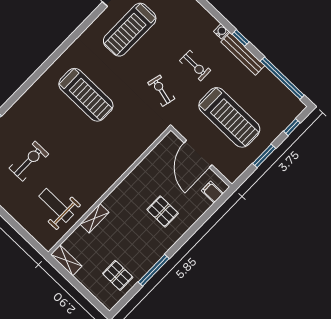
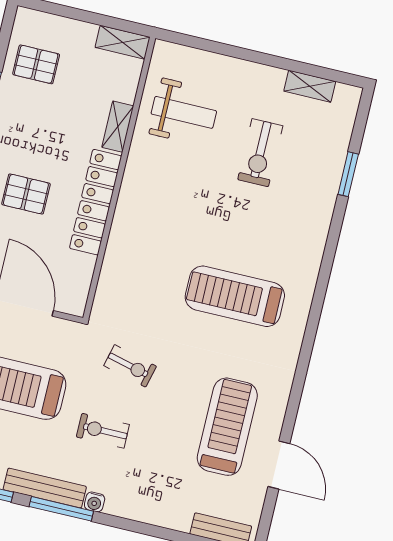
window: (241, 38) -> (61, 509), width x2.17
locker: (129, 186) -> (96, 202), added

